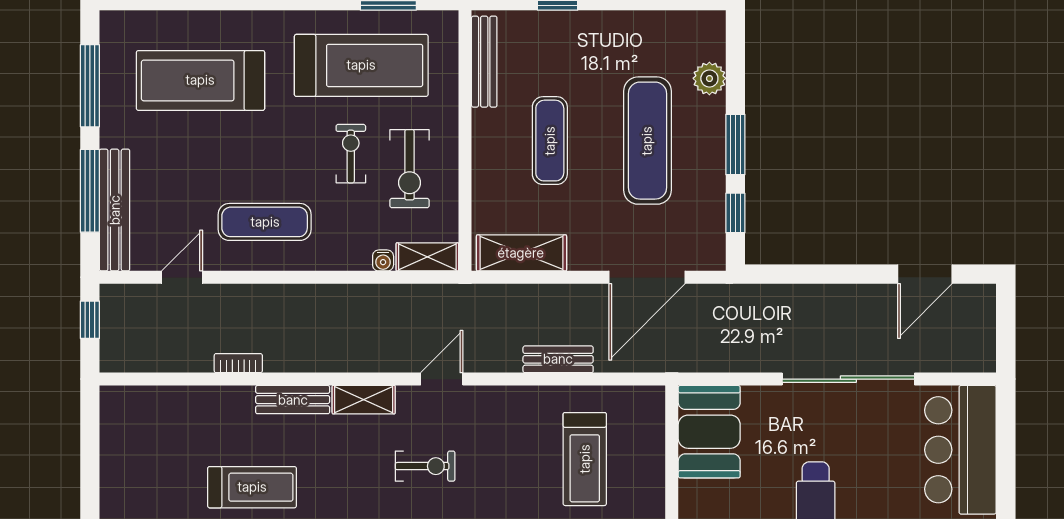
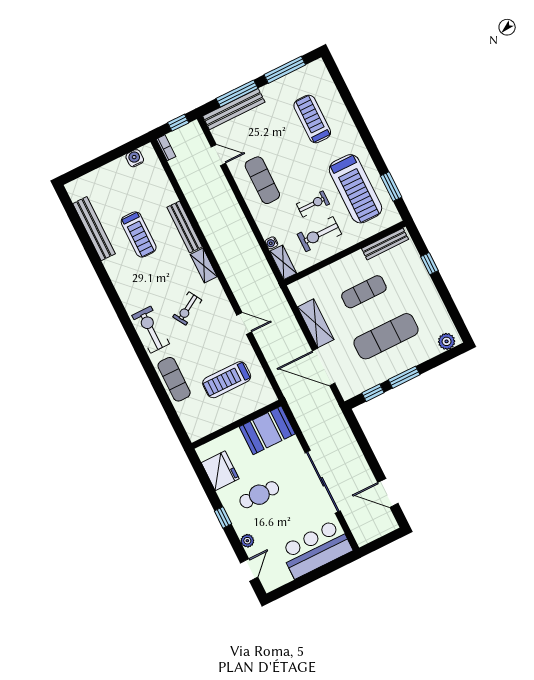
plant: (709, 78) -> (447, 341), moved
treadmill: (200, 80) -> (312, 119), width x0.73, depth x0.73
shelving: (521, 253) -> (316, 323), moved
bench: (558, 359) -> (266, 345), removed
bookcase: (238, 363) -> (166, 148), moved
door: (442, 379) -> (244, 323), moved
bench: (293, 400) -> (185, 227), width x1.36
water cooler: (114, 427) -> (135, 158), added
exercise bike: (425, 466) -> (187, 309), turned 59

